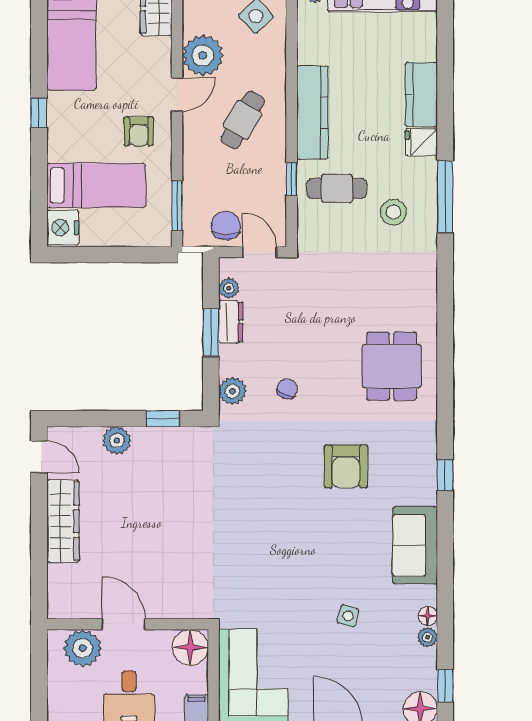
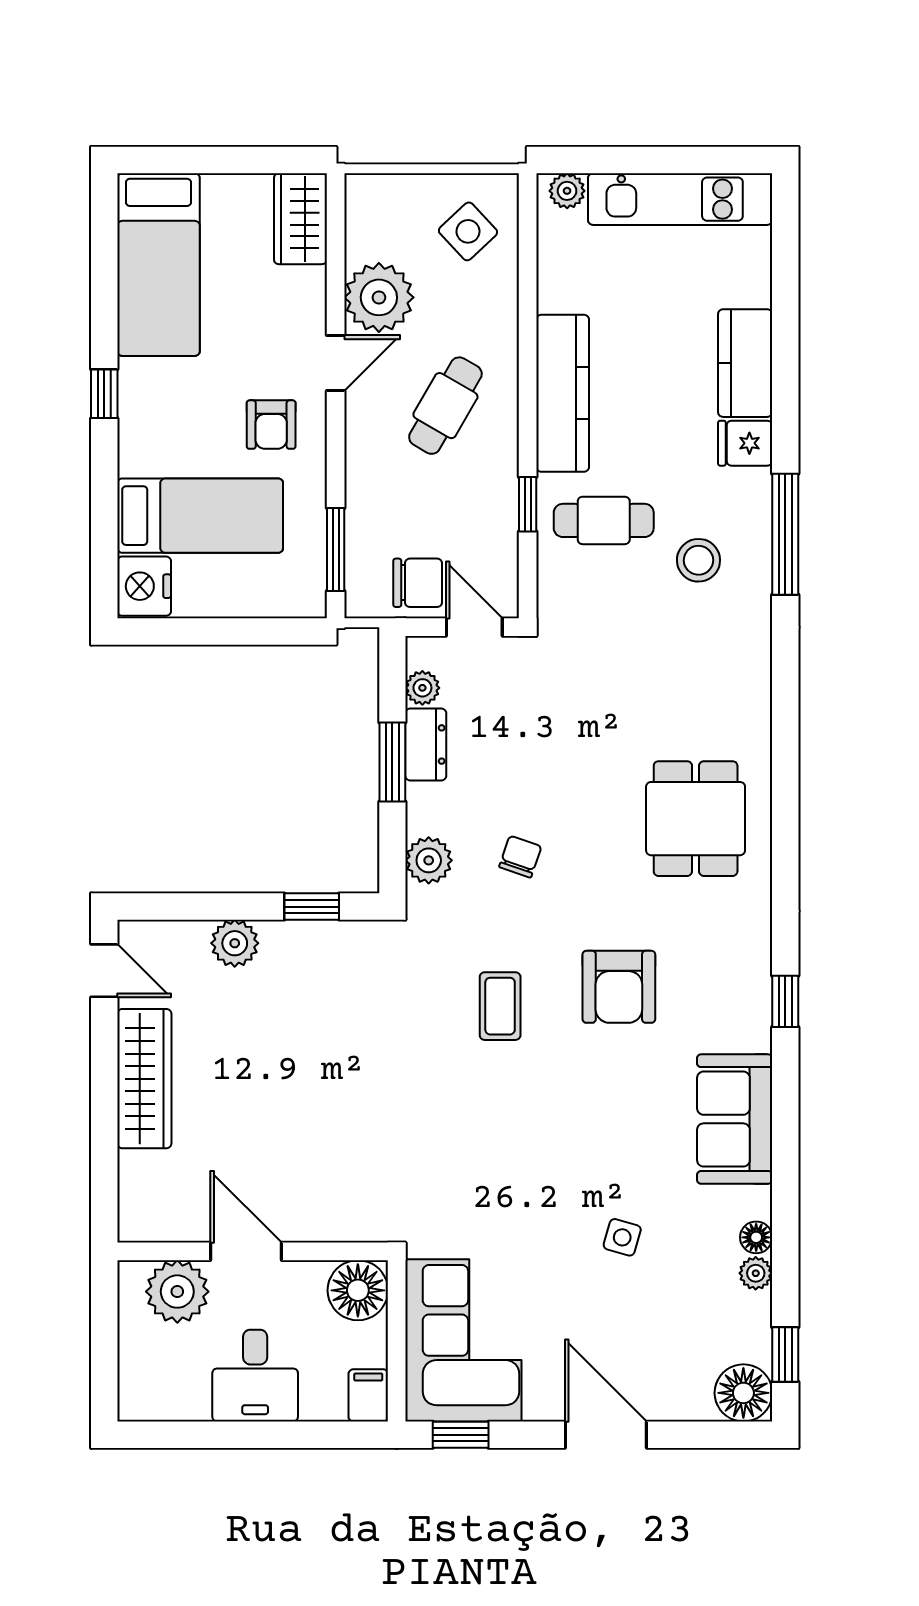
chair: (226, 226) -> (418, 583), turned 90
coffee table: (275, 478) -> (500, 1006), added

